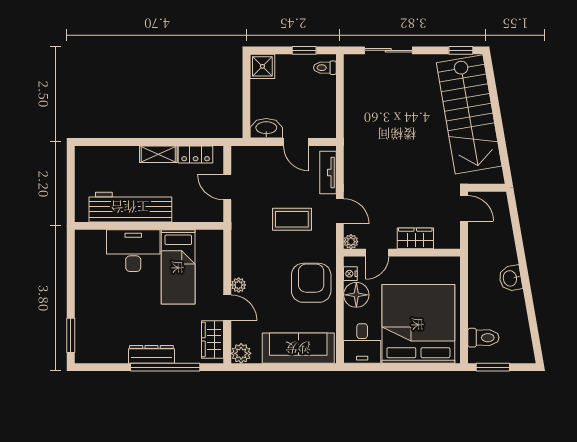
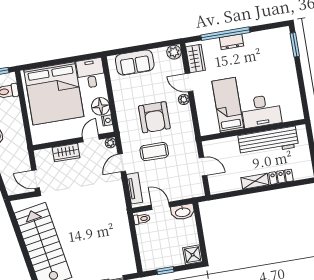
toilet: (325, 68) -> (142, 219), moved
locker: (196, 154) -> (281, 177), moved
door: (340, 211) -> (122, 163), hinge flipped
armchair: (311, 283) -> (154, 117), moved
sofa: (298, 348) -> (135, 62), width x0.73
dresser: (151, 354) -> (232, 42), width x0.70

